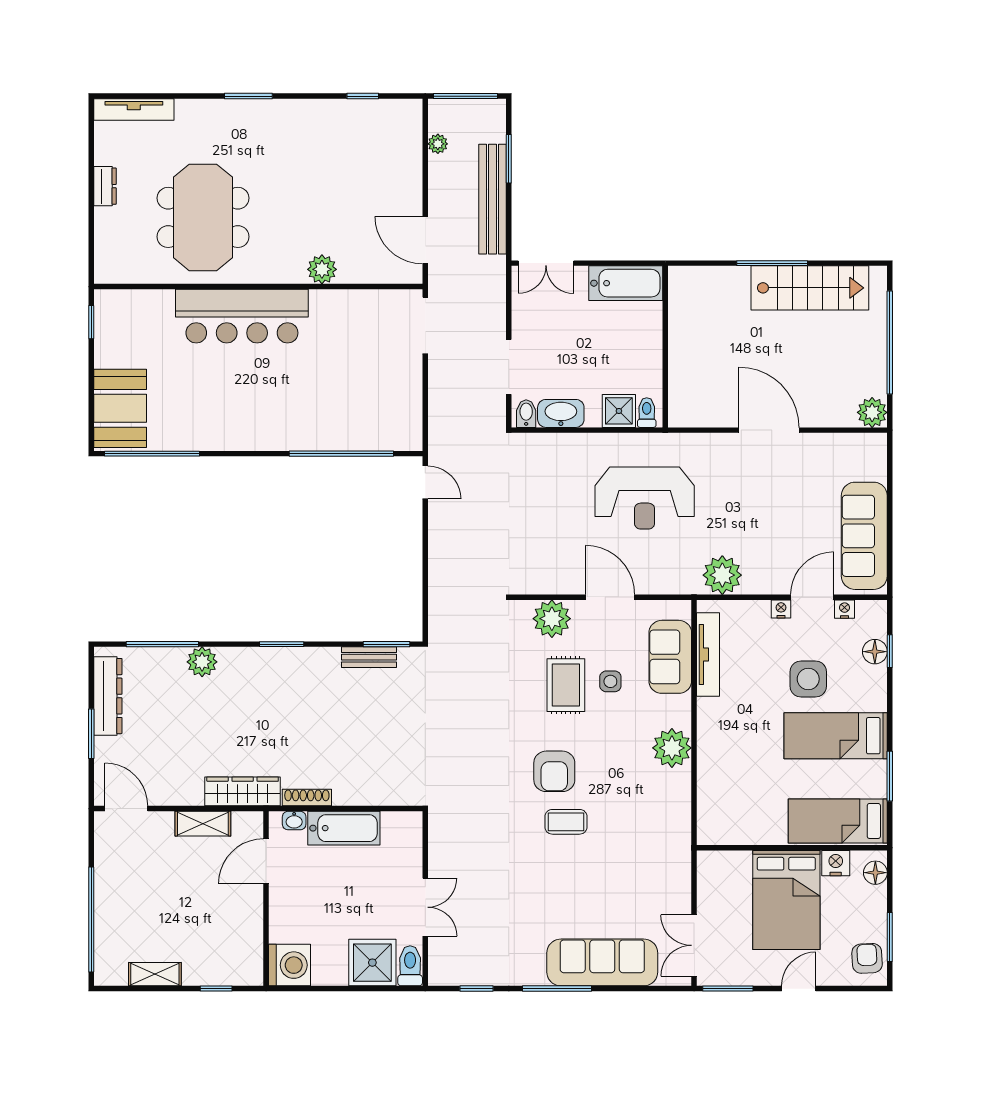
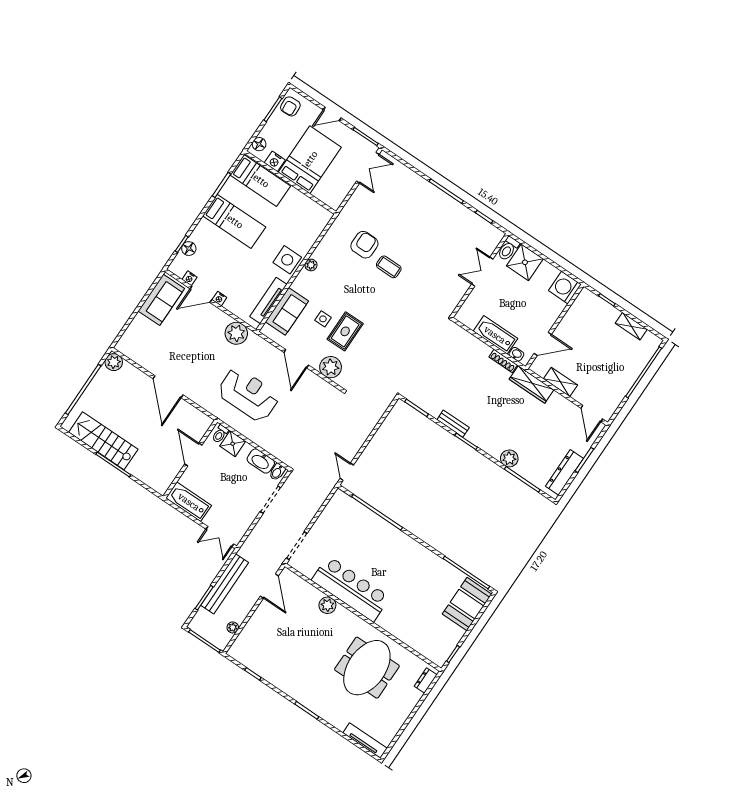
dresser: (105, 186) -> (426, 680), moved
double door: (546, 263) -> (220, 537), swing flipped
bar counter: (242, 316) -> (351, 589), moved
door: (665, 356) -> (193, 455), added
sofa: (864, 536) -> (161, 300), width x0.73
bench: (369, 657) -> (453, 424), moved
side table: (808, 679) -> (287, 260), moved
plant: (672, 748) -> (311, 265), width x0.53, depth x0.53
armchair: (554, 771) -> (364, 245), moved
sofa: (602, 962) -> (416, 189), removed

